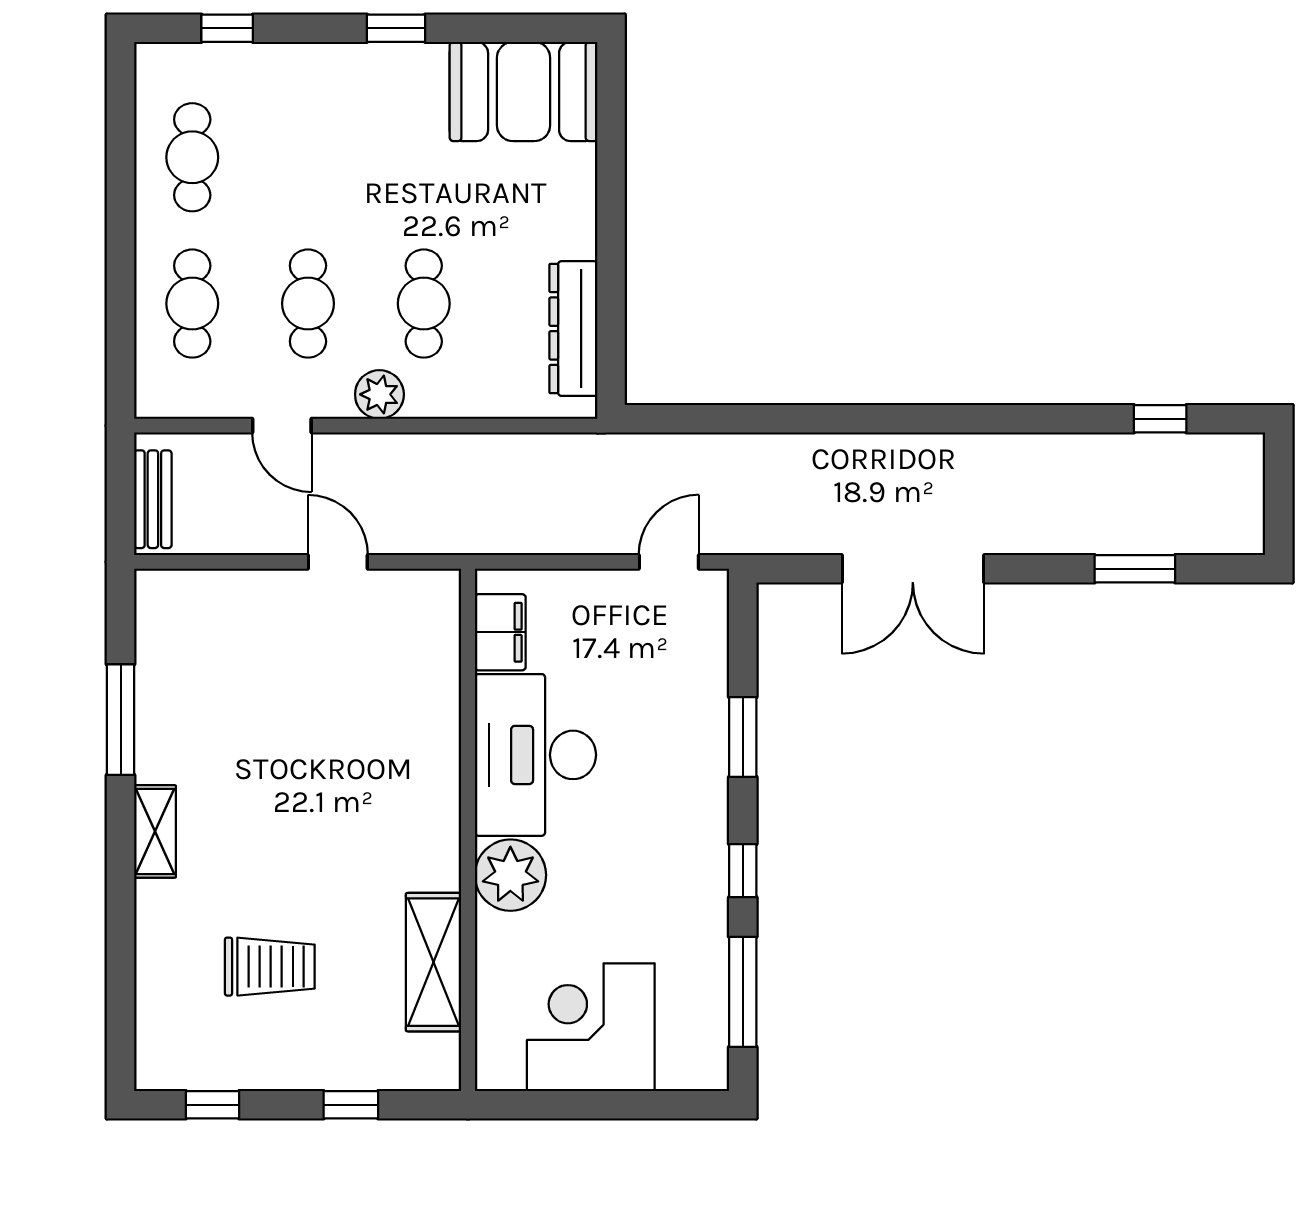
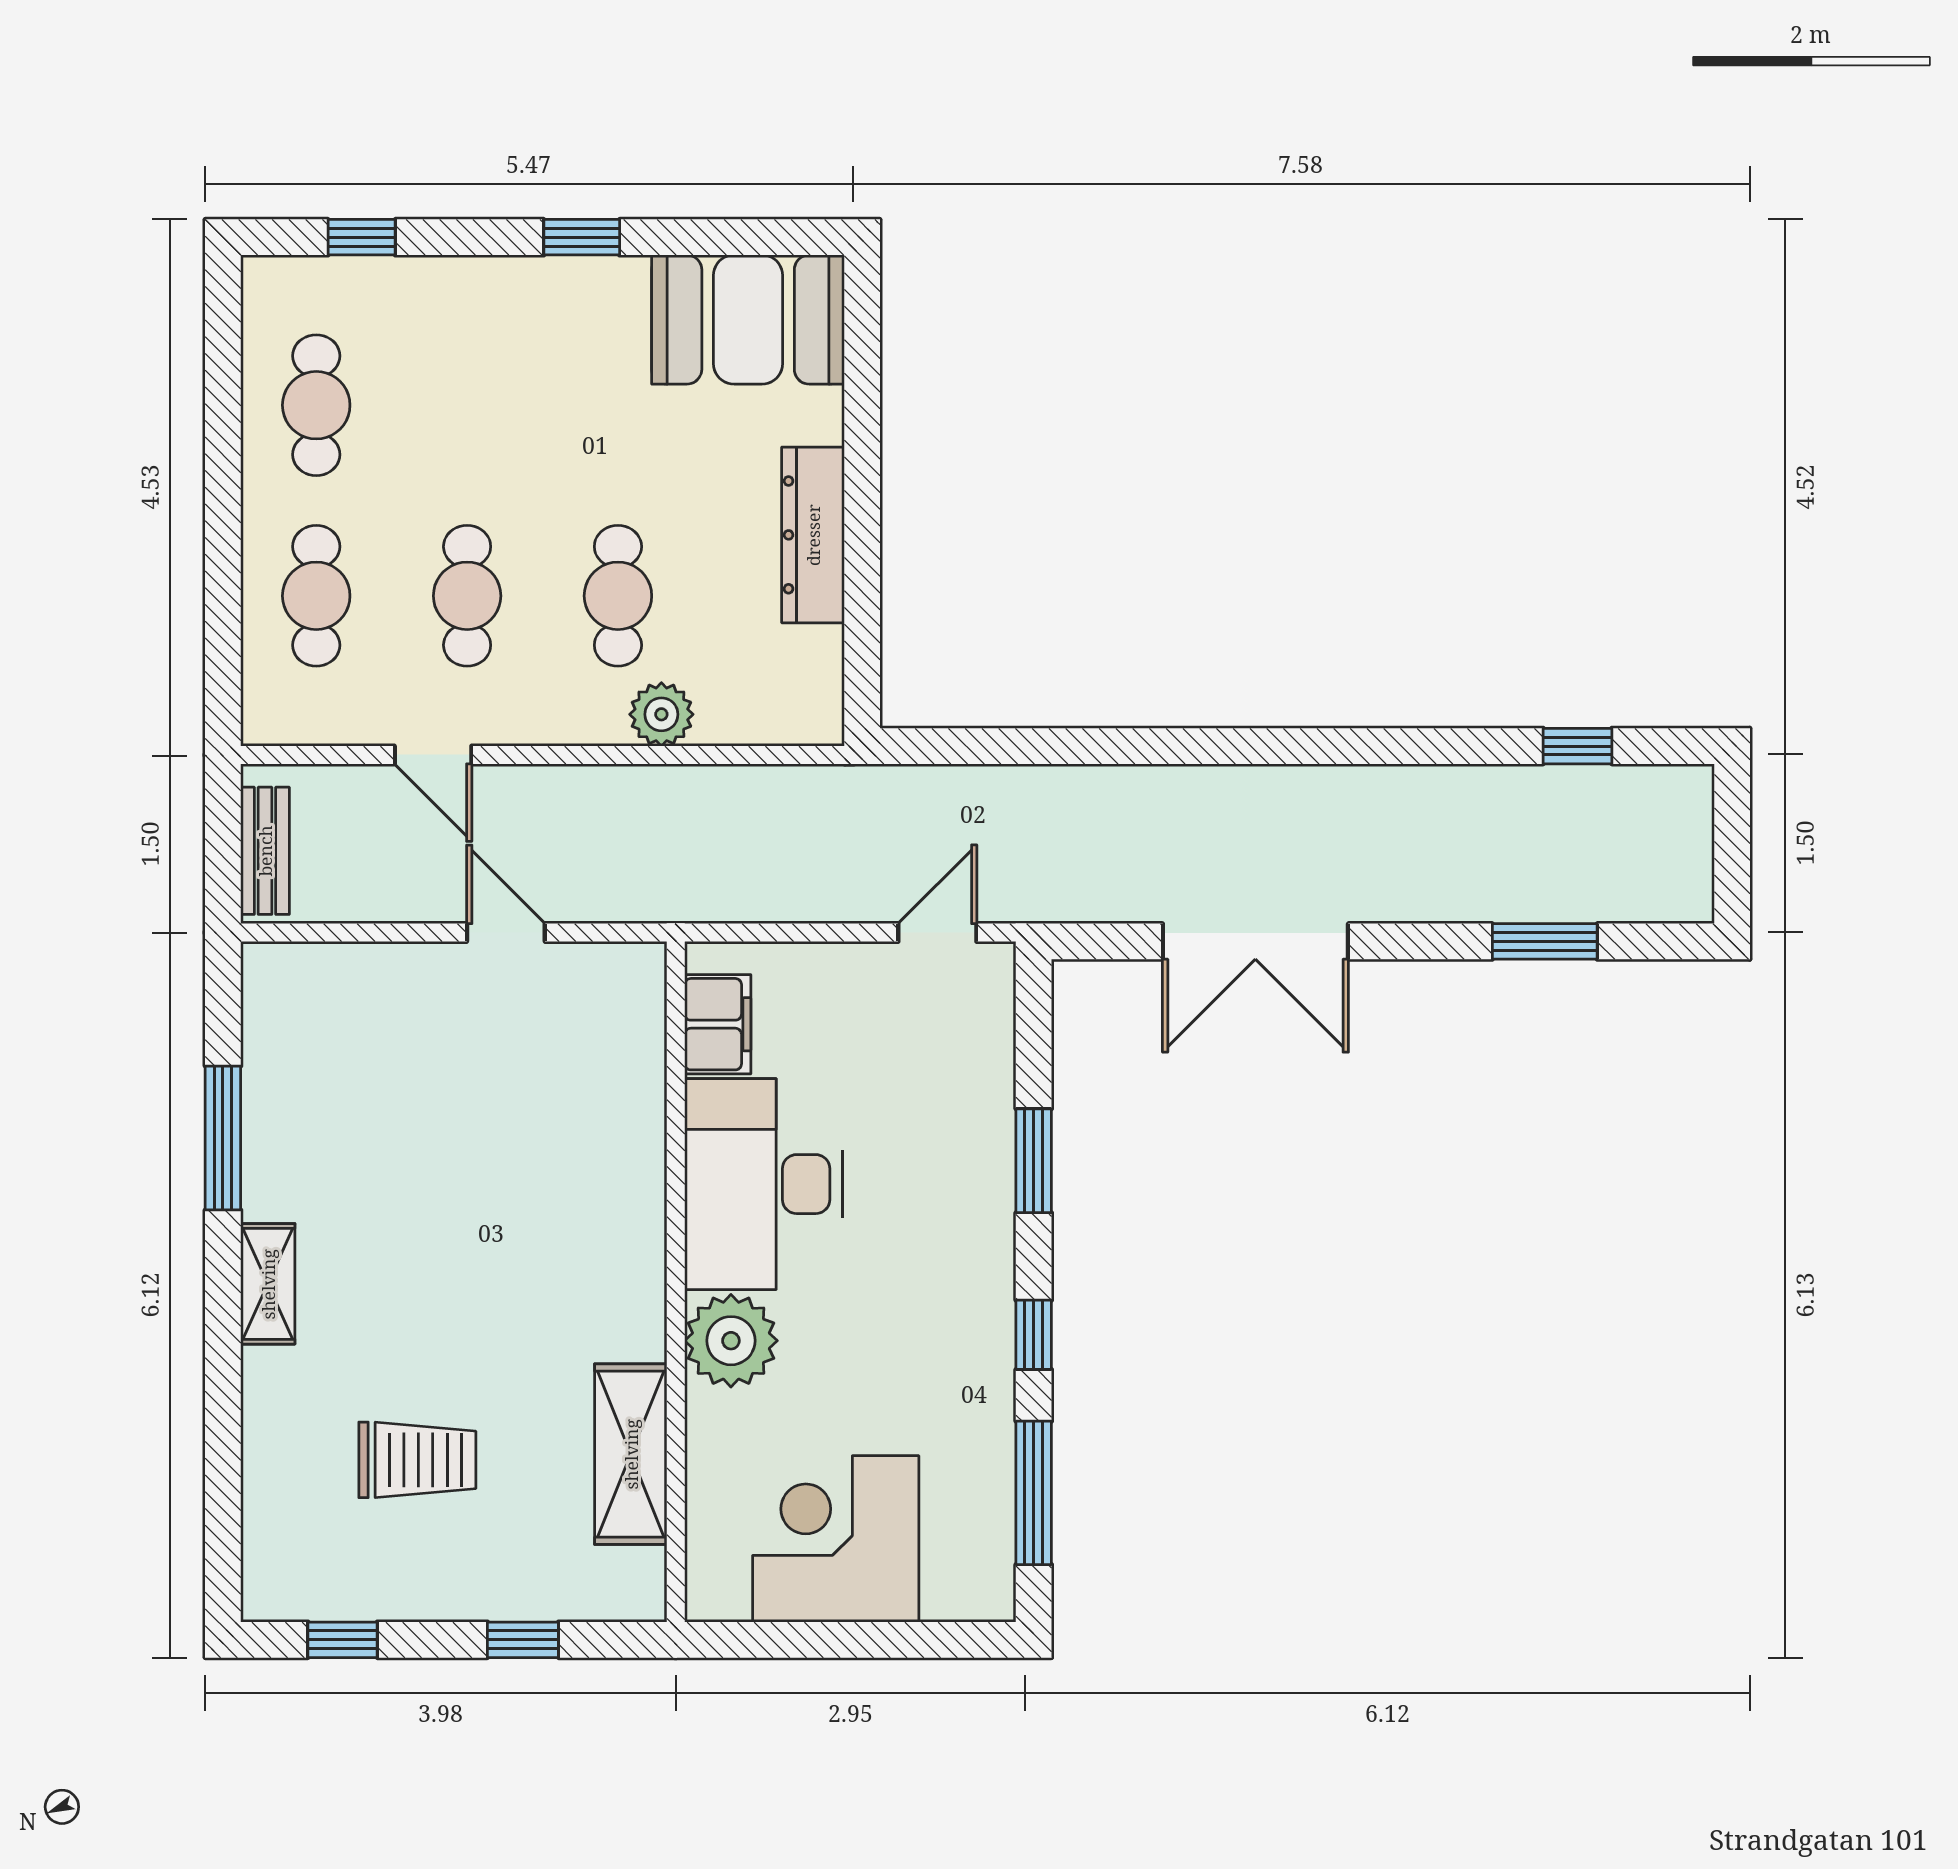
dresser: (573, 329) -> (813, 535), moved
plant: (379, 394) -> (661, 714), moved

